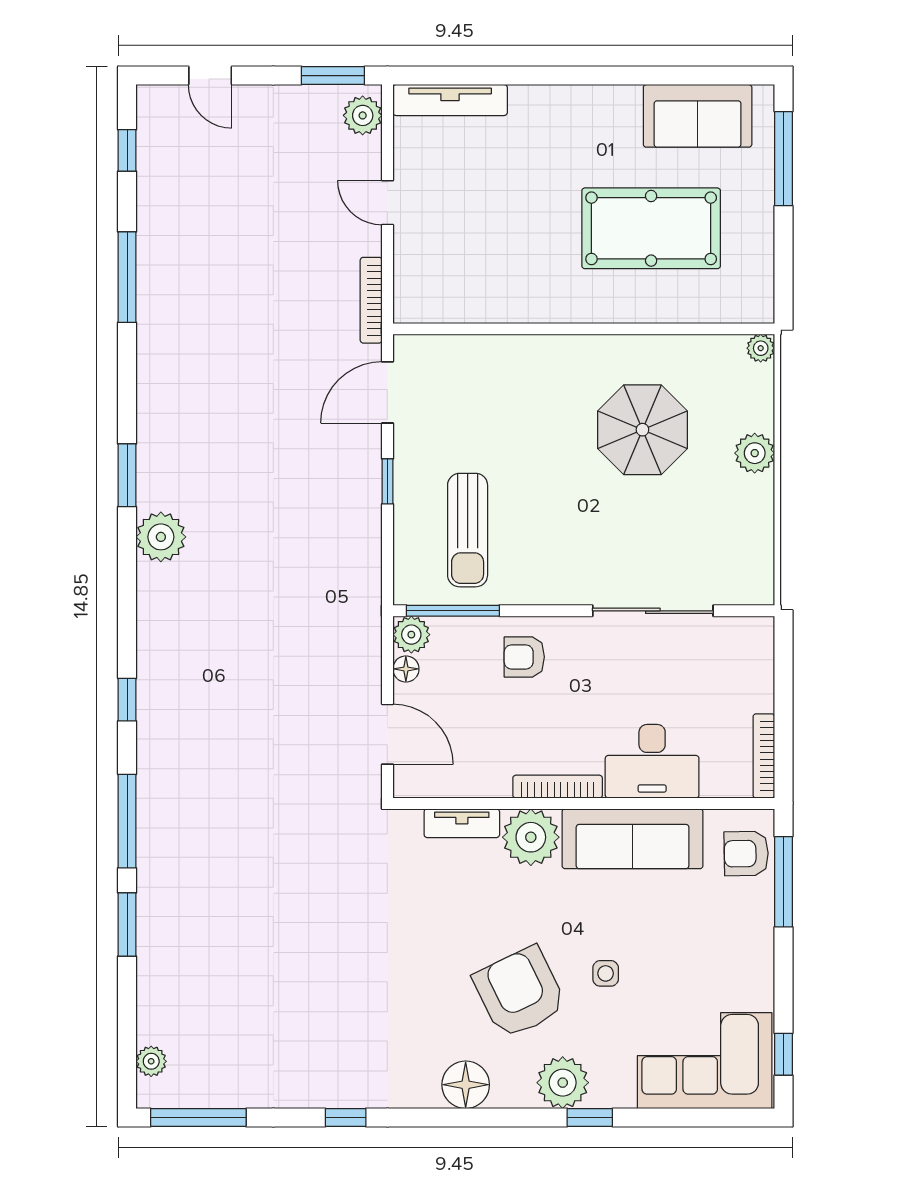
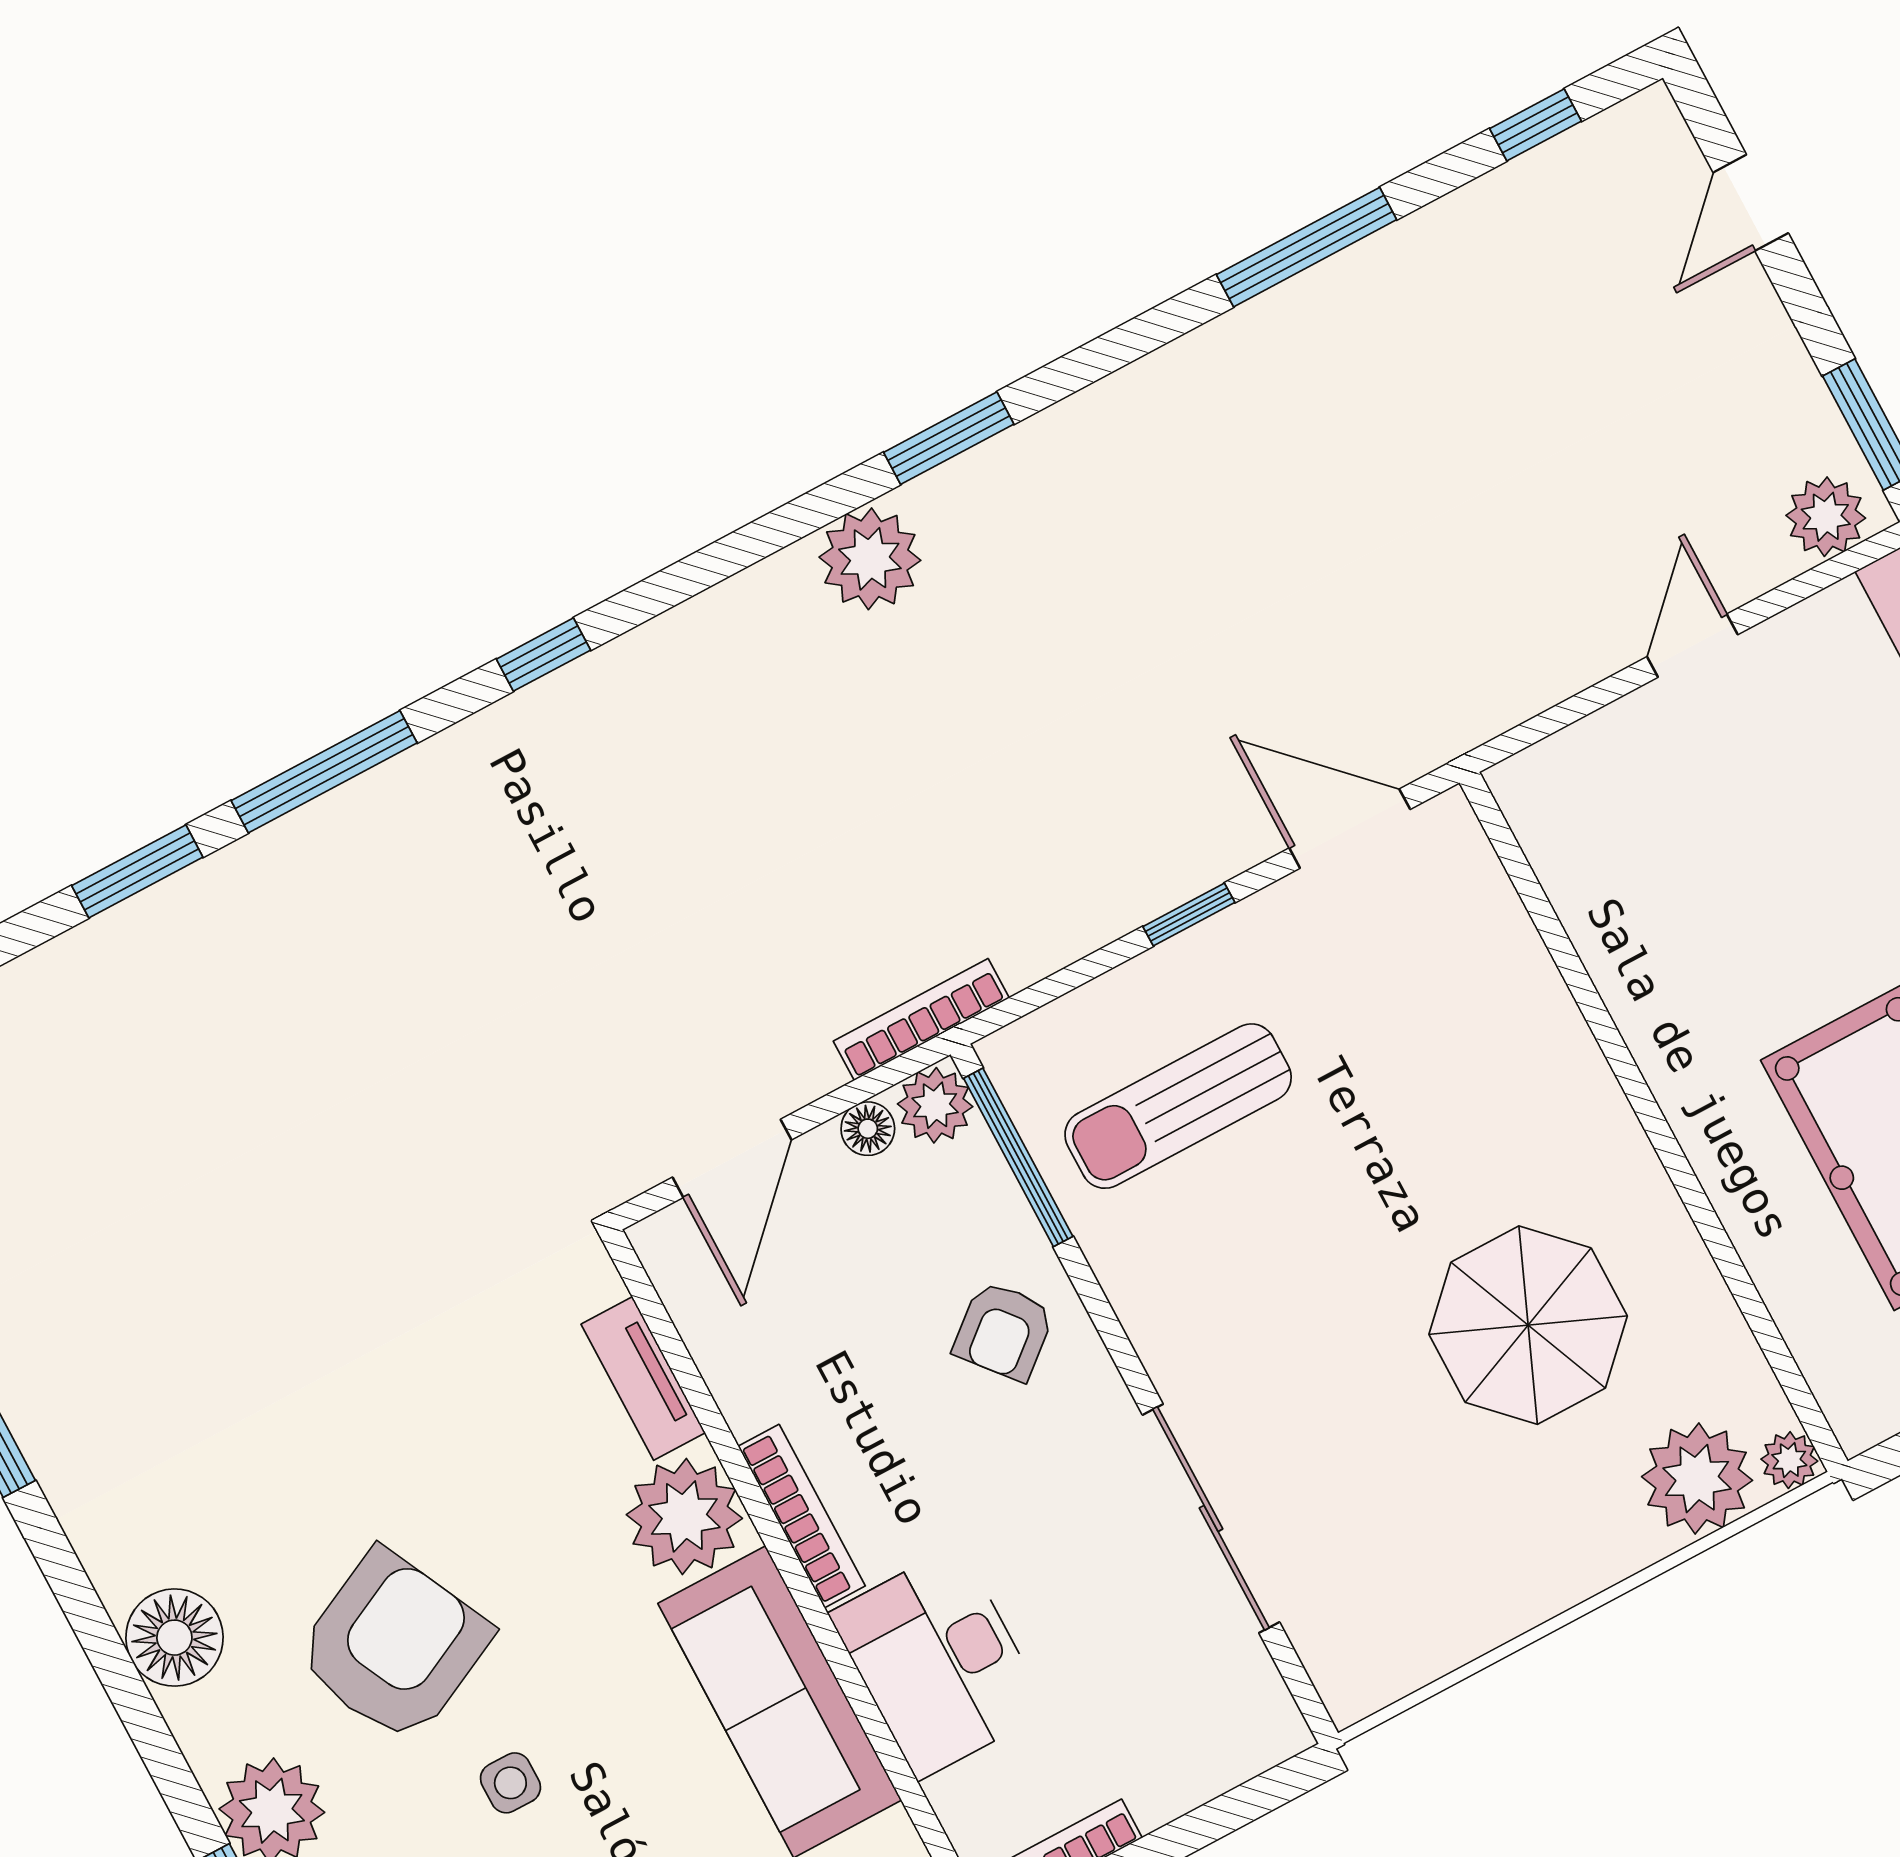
bookcase: (371, 300) -> (921, 1019), moved
plant: (755, 453) -> (1697, 1479), moved, width x1.36, depth x1.36
armchair: (524, 657) -> (1004, 1331), turned -130

